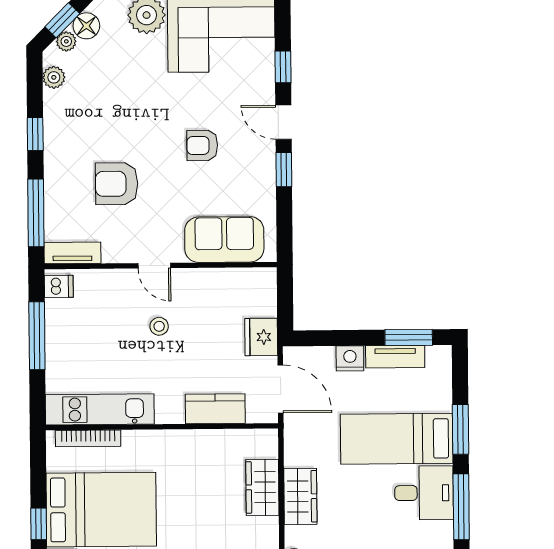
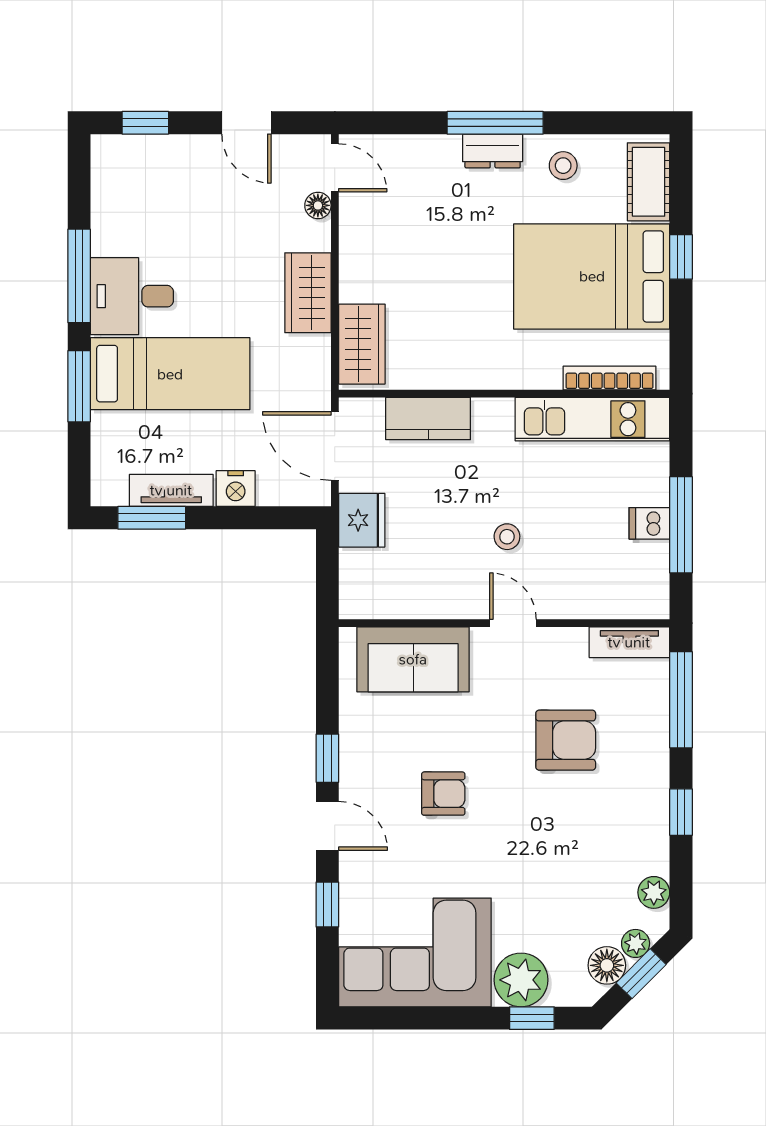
dishwasher: (59, 286) -> (649, 523), moved
wardrobe: (262, 487) -> (362, 344), moved

